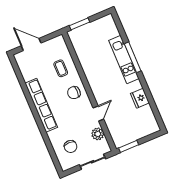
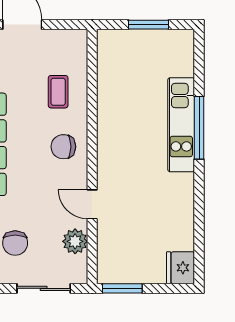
window: (79, 24) -> (148, 25), moved
fridge: (140, 98) -> (181, 268), moved
door: (98, 114) -> (92, 204), swing flipped

